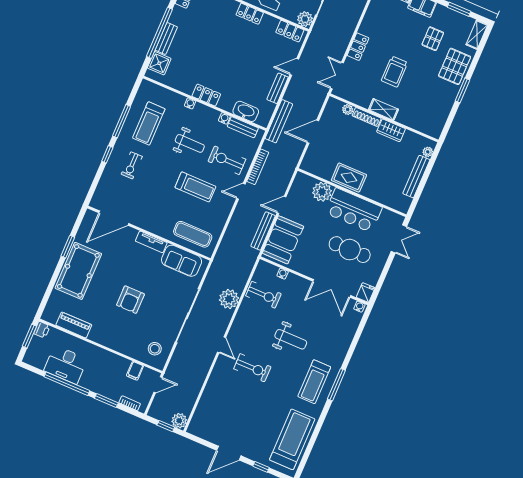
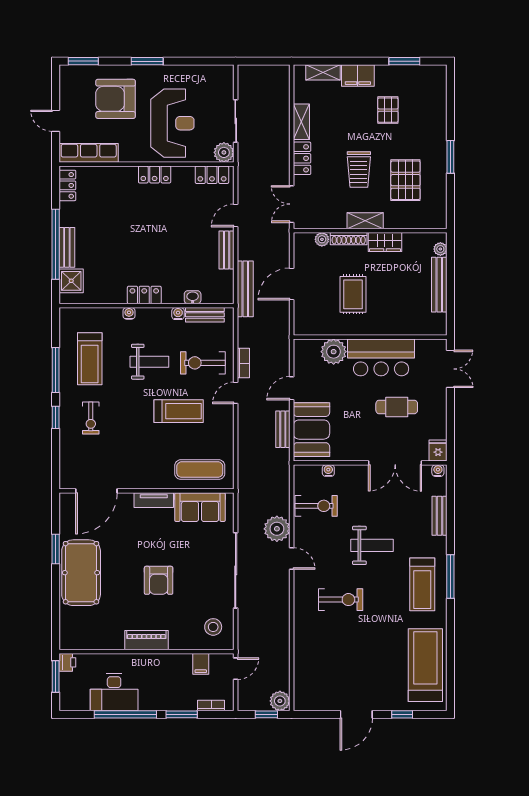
shelving: (477, 35) -> (301, 122), moved
pallet: (455, 66) -> (405, 180), moved
washbasin: (246, 111) -> (193, 297), width x0.52, depth x0.69
bookcase: (258, 167) -> (243, 363), width x0.64
rug: (349, 178) -> (353, 294), moved, turned 90
bench: (263, 231) -> (283, 429), width x0.73
cafe table: (350, 250) -> (397, 407), width x0.73, depth x0.74
piano: (74, 325) -> (146, 640), moved
bench: (347, 339) -> (440, 516), added
door: (221, 345) -> (292, 558), moved

